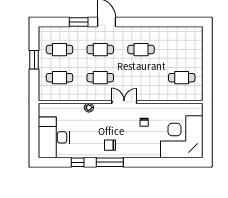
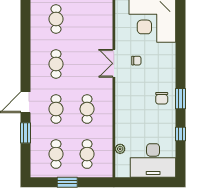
cafe table: (182, 78) -> (56, 19), moved
double door: (124, 102) -> (114, 63), moved
plant: (89, 108) -> (120, 149), moved
window: (110, 162) -> (180, 99), width x0.69

